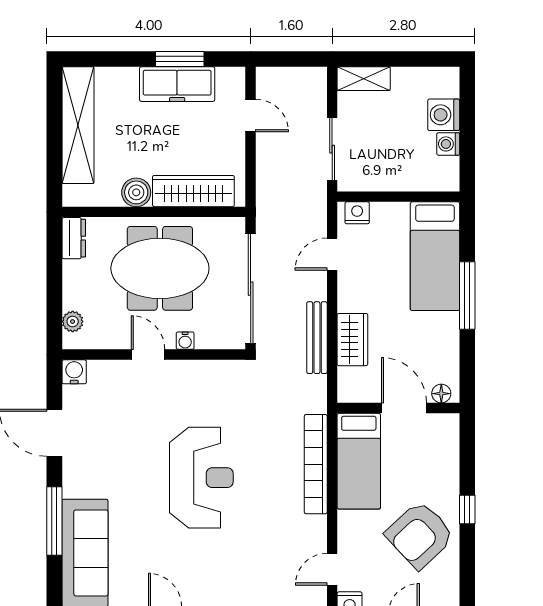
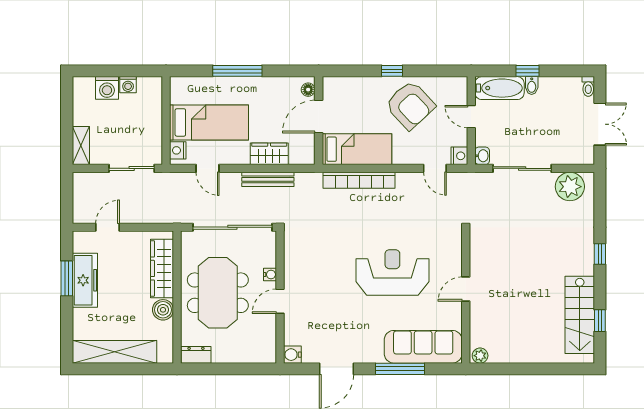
bed: (435, 256) -> (209, 122), moved
plant: (73, 321) -> (256, 356), removed
reception desk: (201, 478) -> (392, 272), moved

